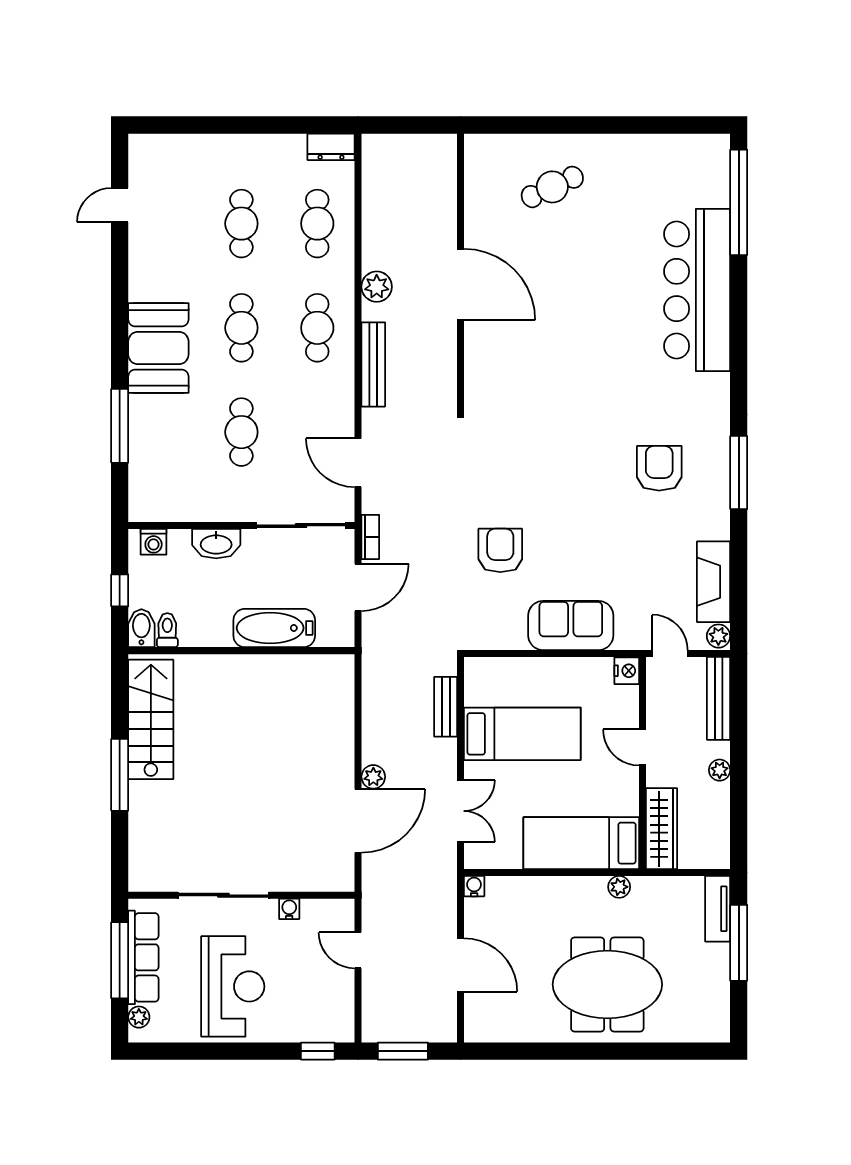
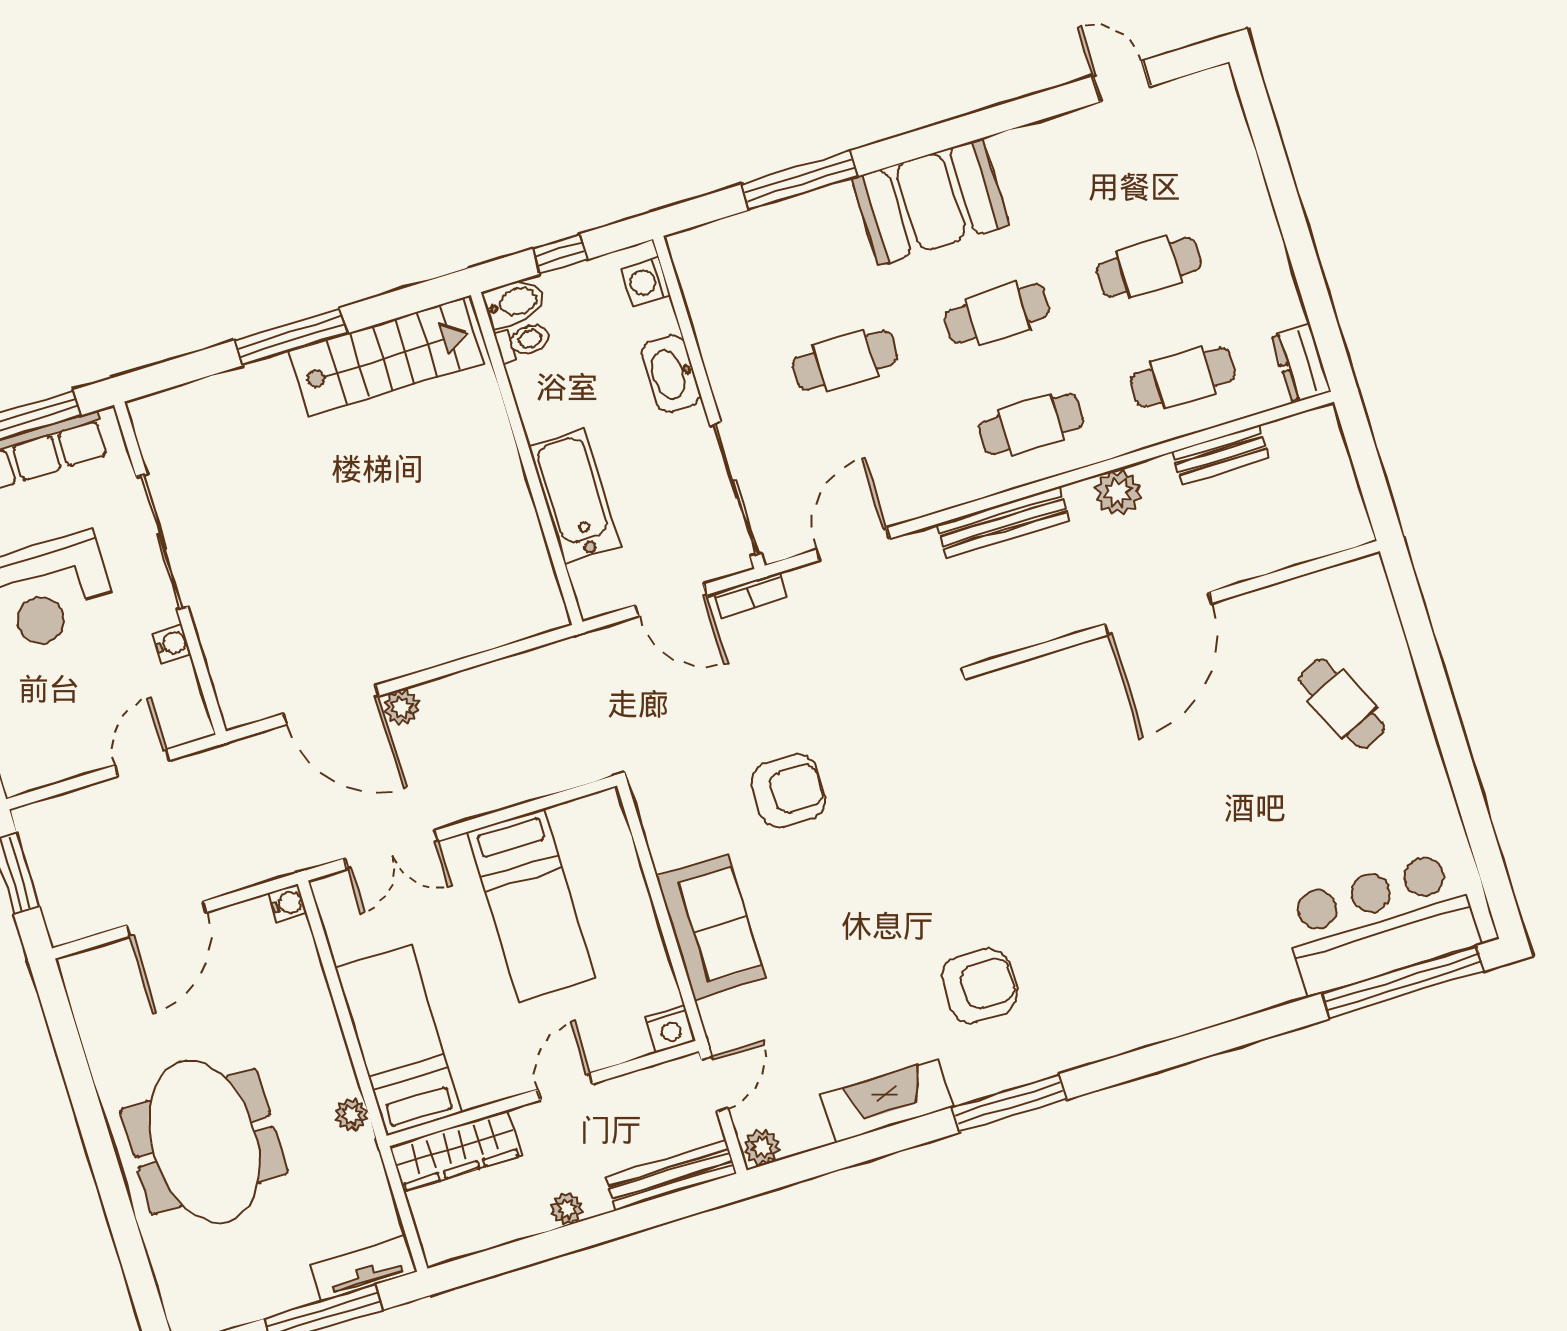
bar counter: (697, 290) -> (1380, 923), moved, width x0.73
fireplace: (714, 582) -> (887, 1101), moved
bench: (446, 707) -> (1221, 455), moved

